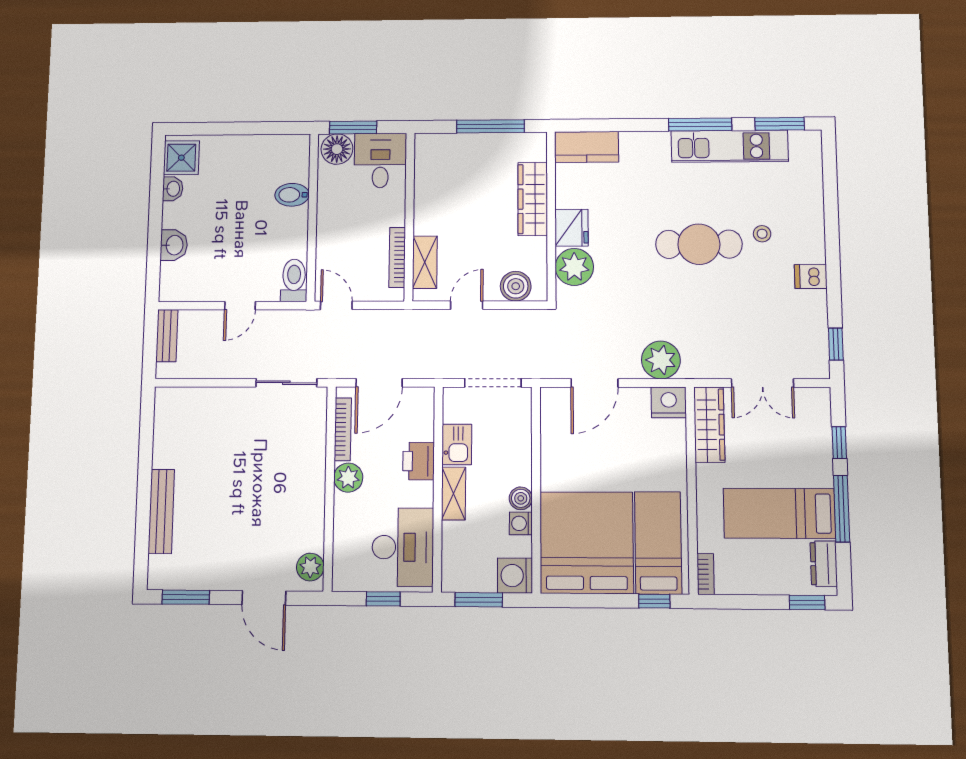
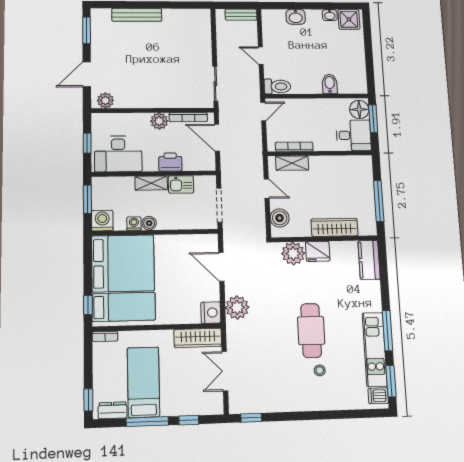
dishwasher: (811, 277) -> (378, 396), moved, turned -90

